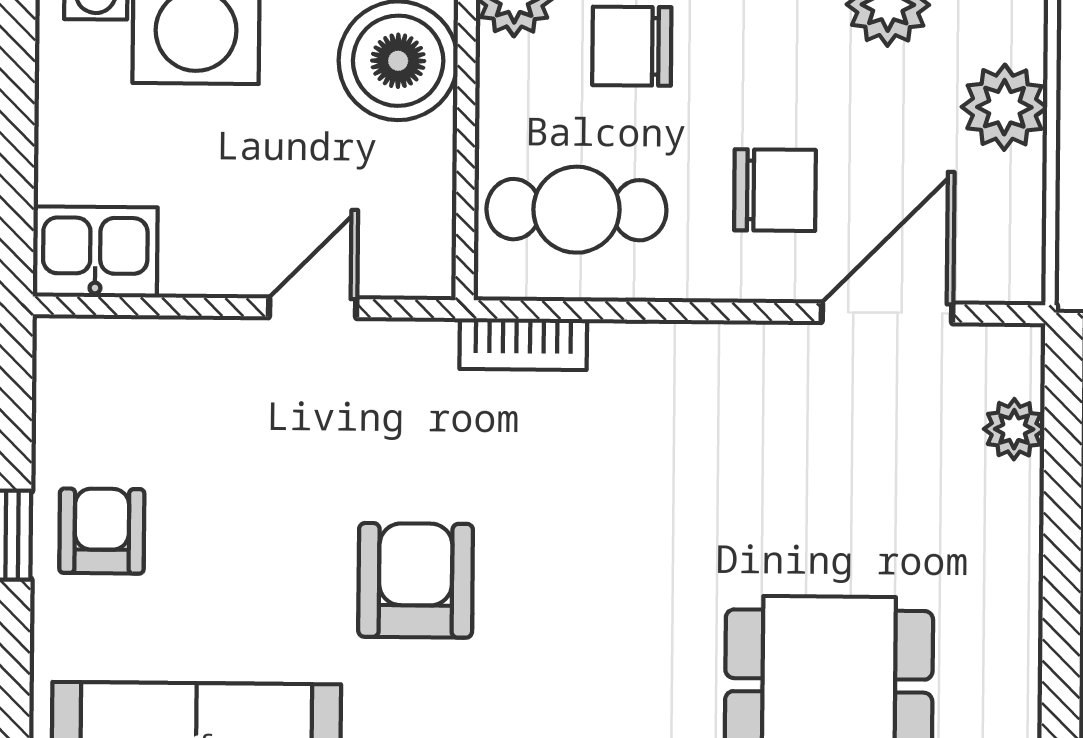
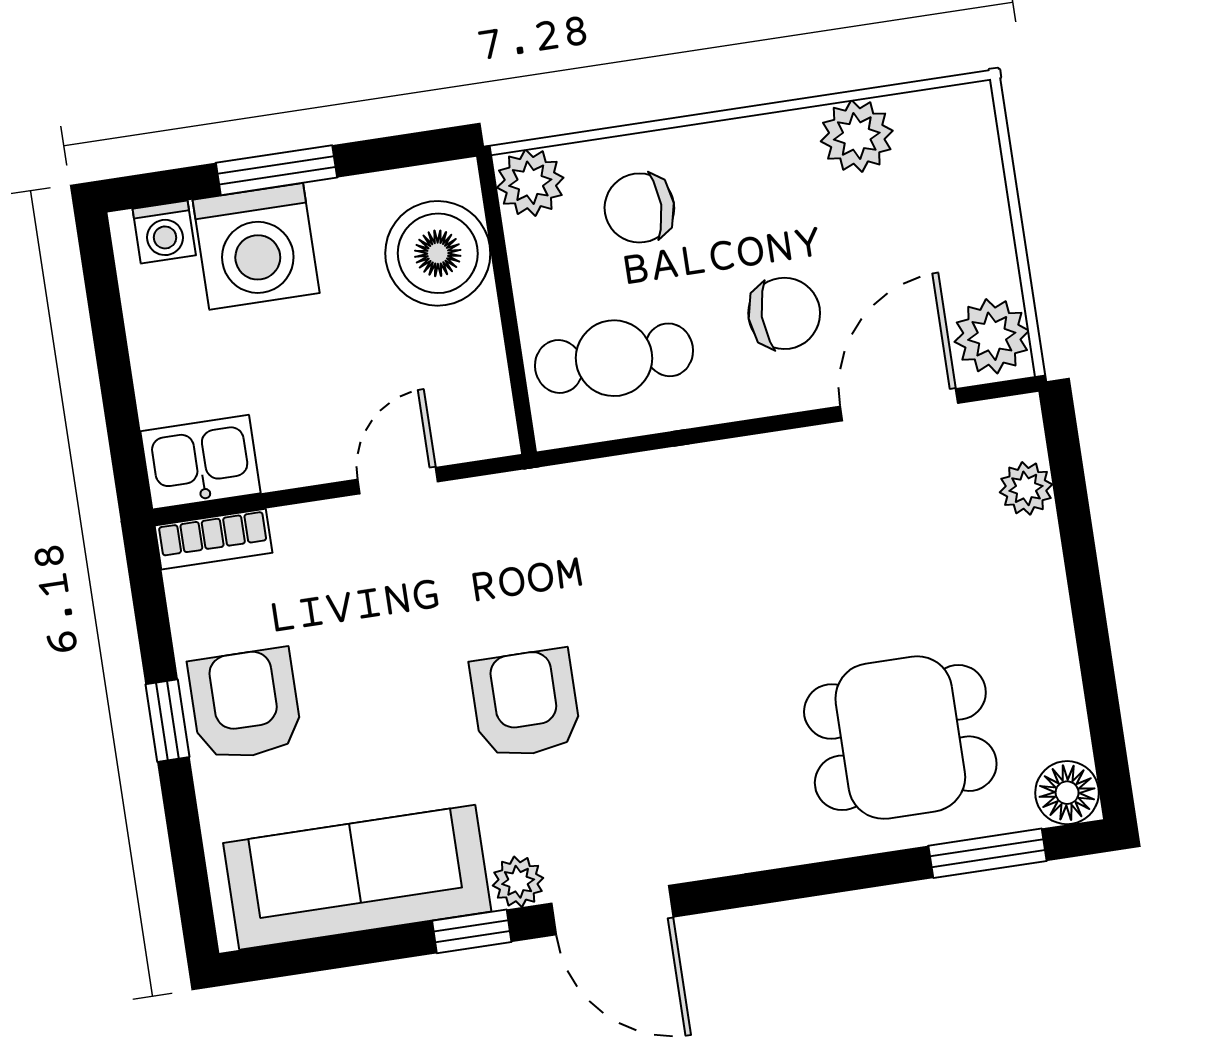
plant: (1004, 107) -> (992, 336), moved
bookcase: (523, 344) -> (213, 539), moved
armchair: (102, 531) -> (245, 705), width x1.38, depth x1.38

